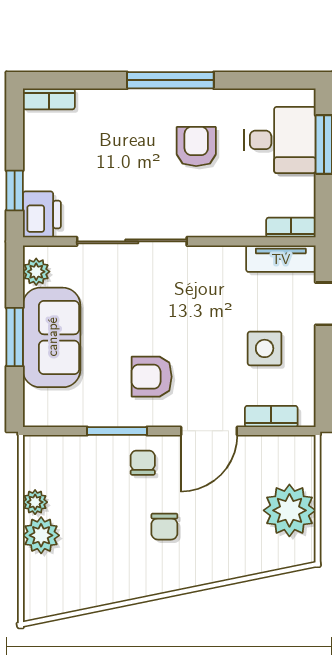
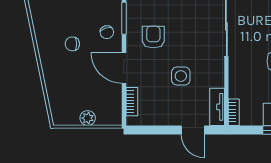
side table: (265, 348) -> (181, 76), moved
chair: (143, 463) -> (107, 32), turned 72
plant: (289, 510) -> (88, 118), width x0.53, depth x0.53

